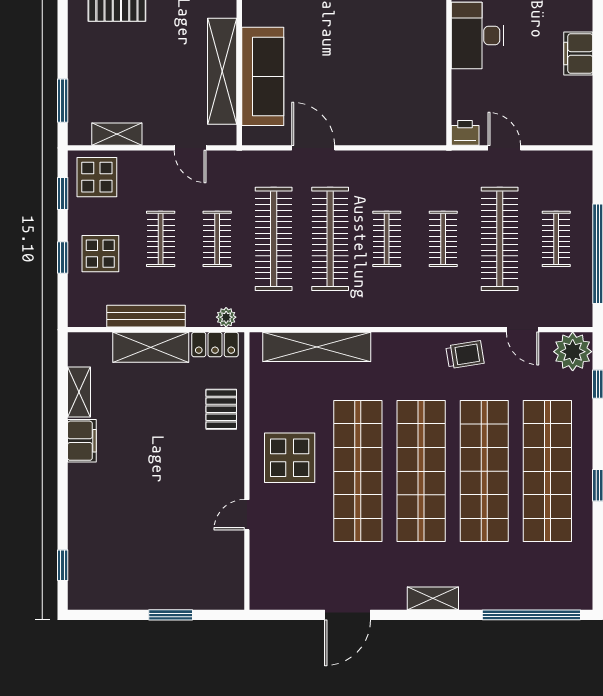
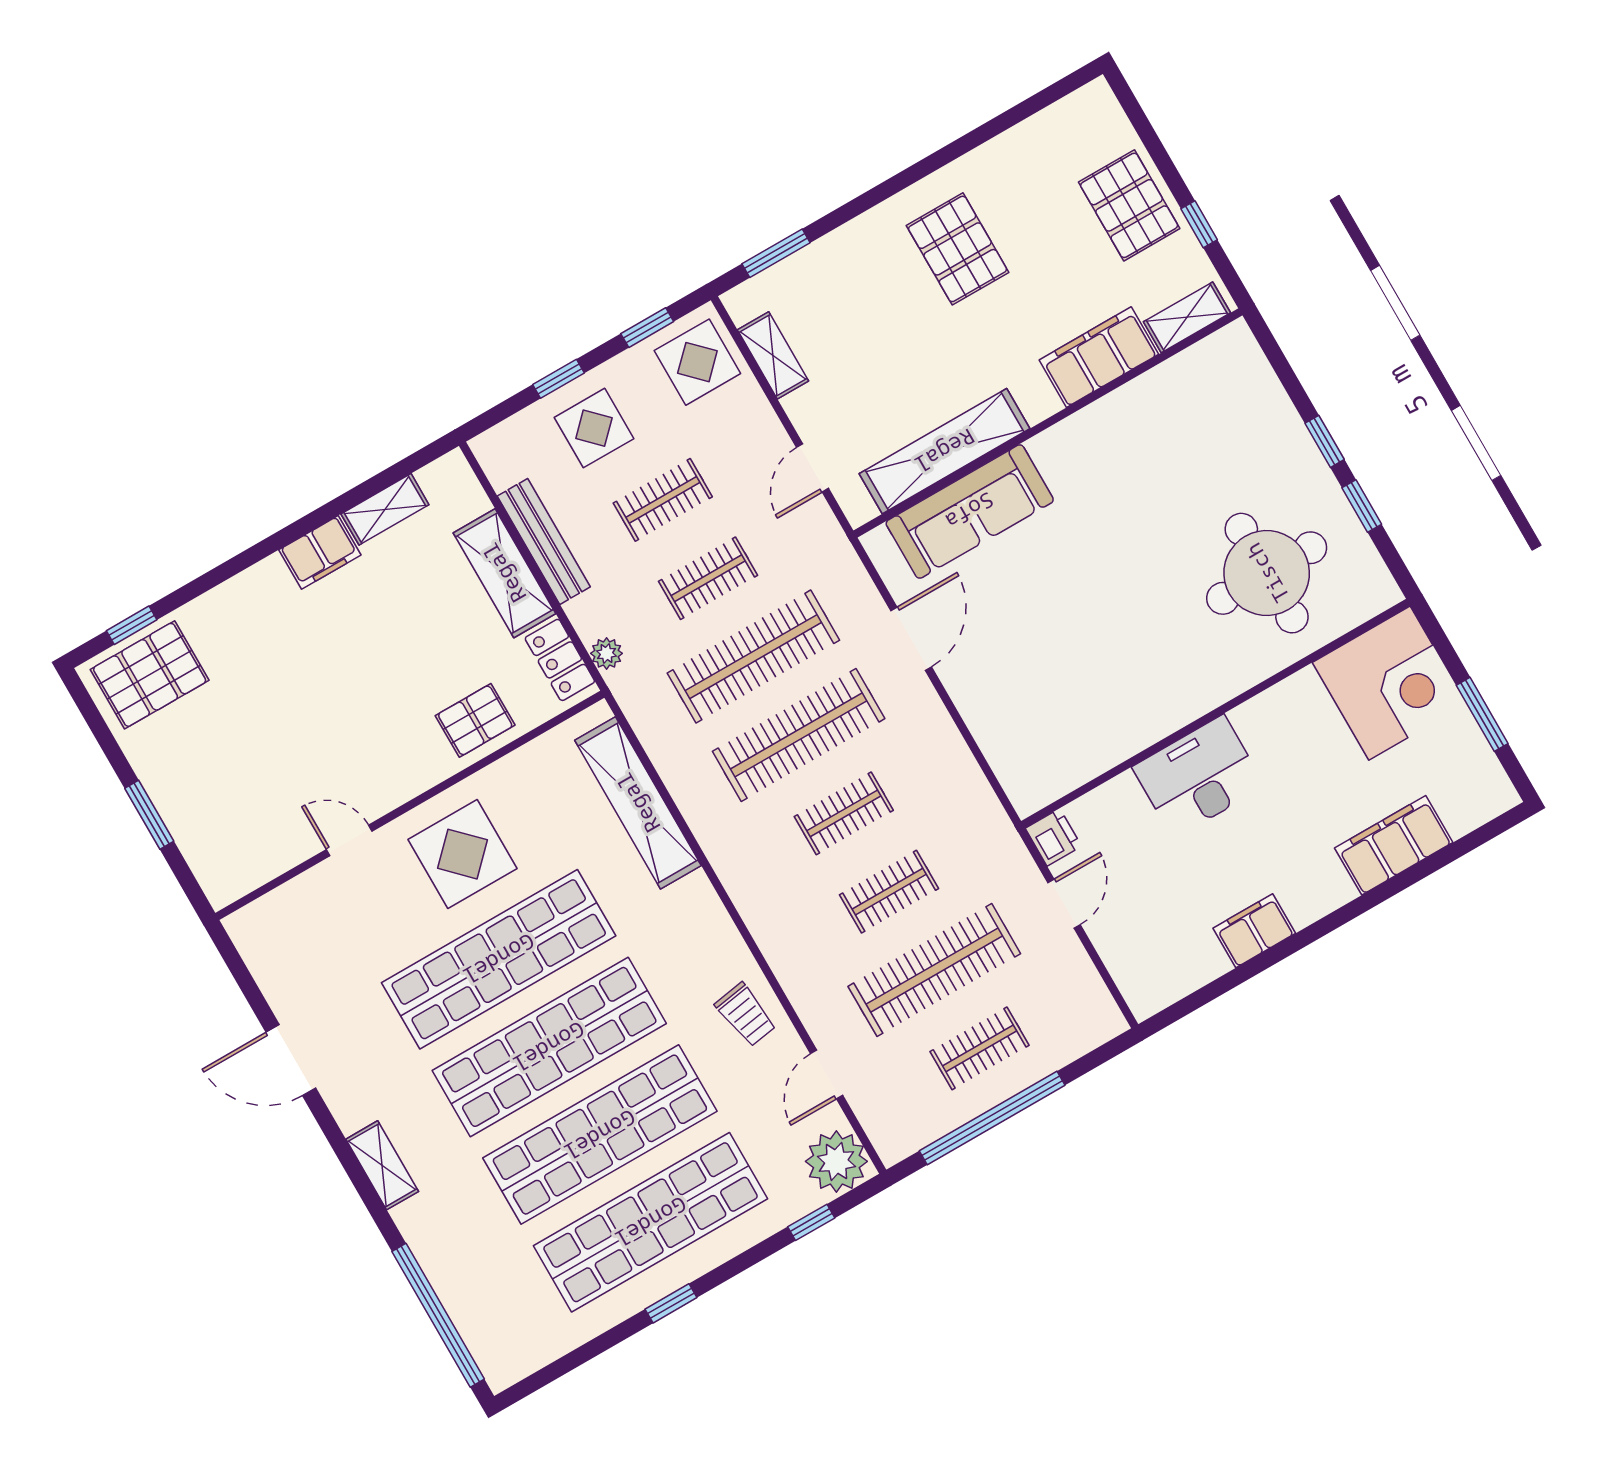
pallet: (95, 571) -> (150, 675), added

